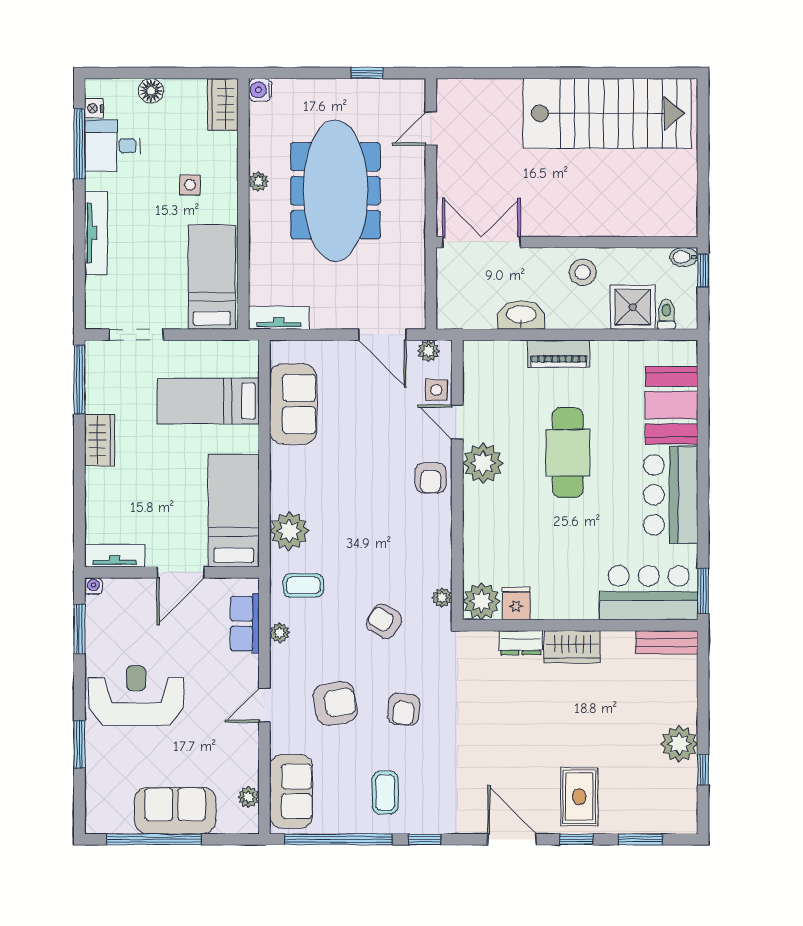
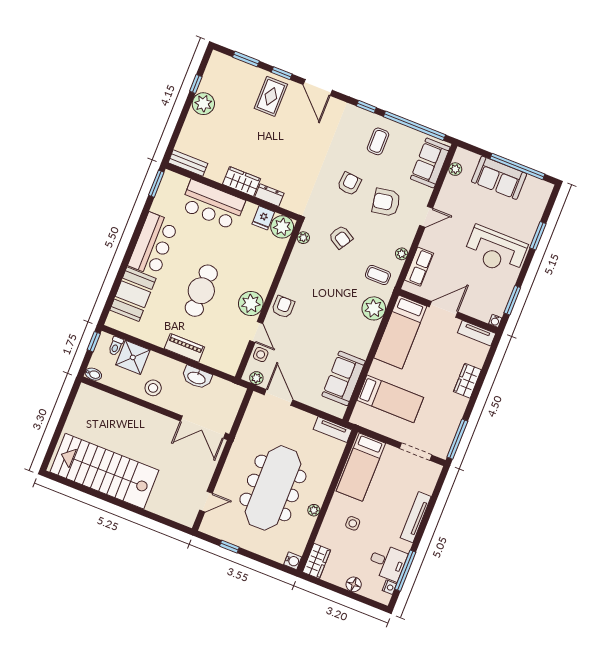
window: (703, 271) -> (94, 342), moved
wardrobe: (100, 440) -> (467, 381), moved
bar counter: (649, 593) -> (212, 205), moved

